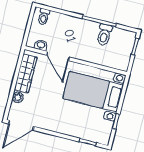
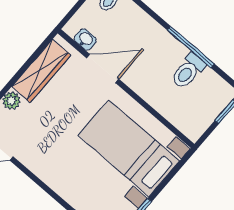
door: (58, 56) -> (103, 69), swing flipped

